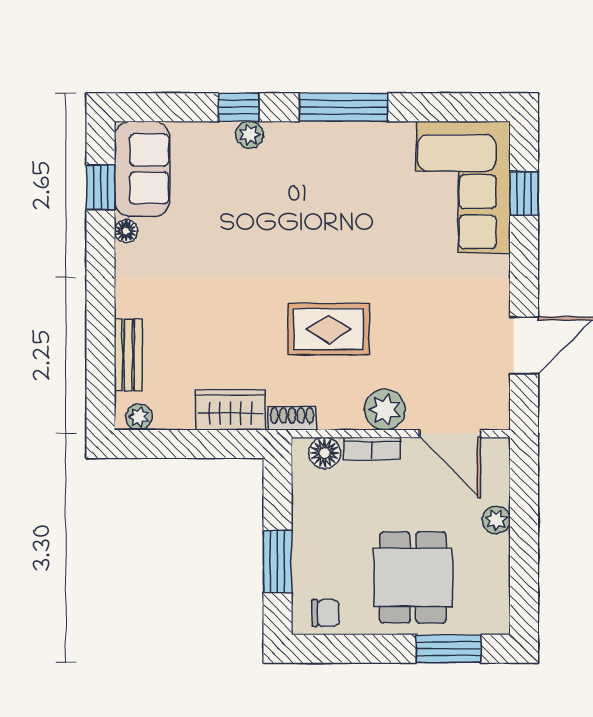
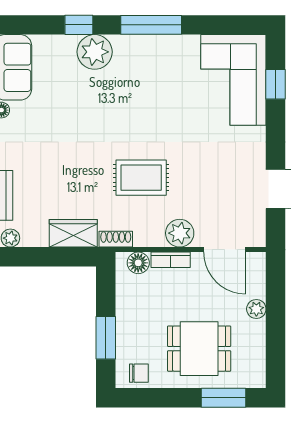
plant: (249, 135) -> (95, 52), width x1.88, depth x1.88
dining table: (413, 577) -> (199, 349), turned 90

